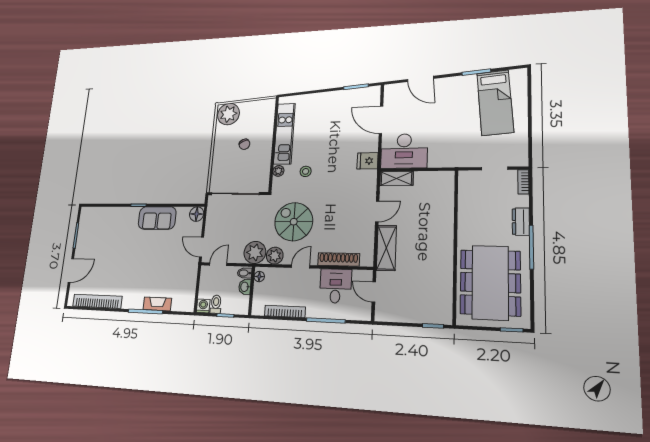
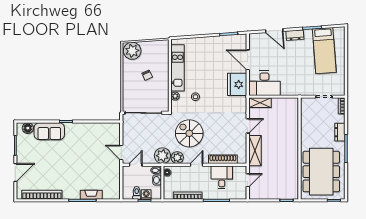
dresser: (451, 83) -> (295, 35), added
fridge: (367, 161) -> (237, 84), width x1.88, depth x1.34
floor lamp: (197, 214) -> (28, 128), moved
sofa: (157, 218) -> (49, 131), moved
door: (374, 292) -> (248, 180), swing flipped
washing machine: (203, 306) -> (146, 195), moved

